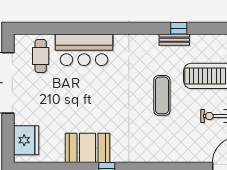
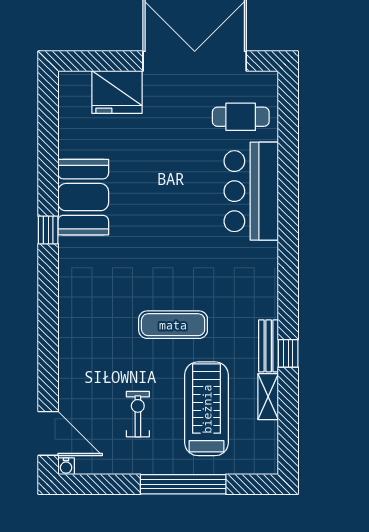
shelving: (204, 40) -> (268, 397), added
fridge: (26, 140) -> (117, 92), moved

